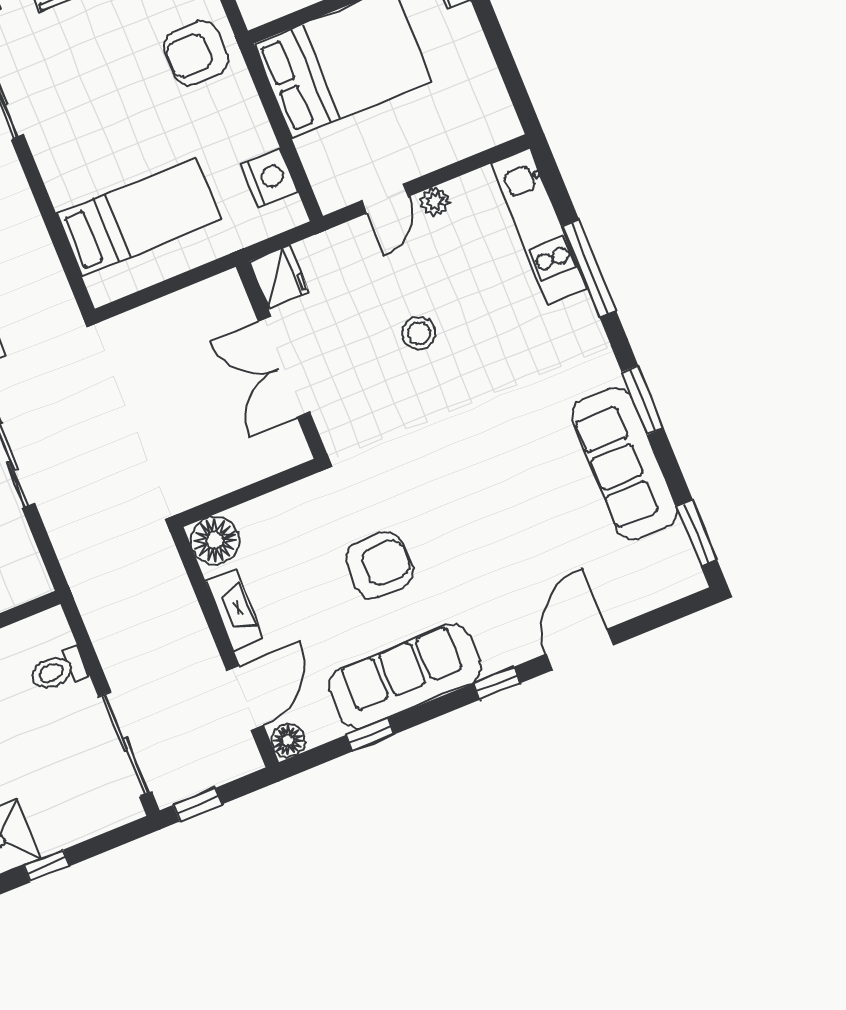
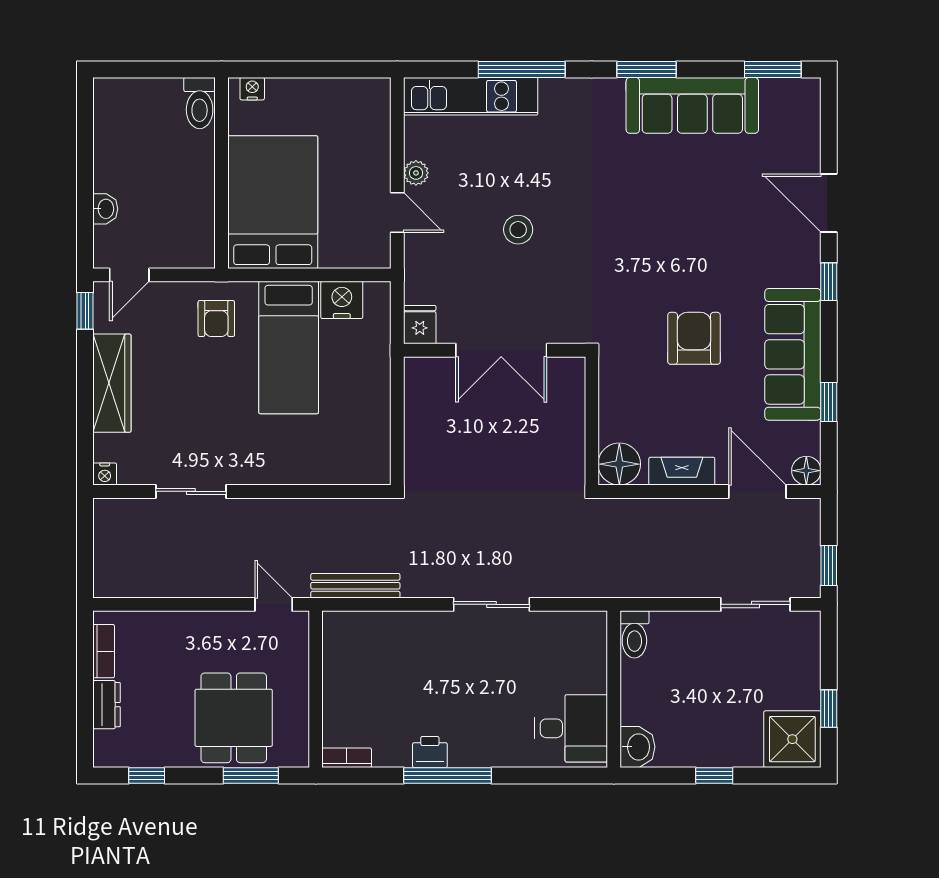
armchair: (196, 53) -> (216, 319), width x0.72, depth x0.72
bed: (139, 217) -> (289, 348), moved, turned 180
fridge: (279, 277) -> (420, 325), width x0.72
toilet: (58, 670) -> (634, 634), moved
sliding door: (125, 744) -> (755, 604), width x0.73

